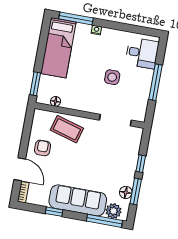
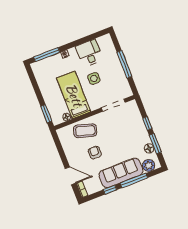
bed: (58, 48) -> (74, 95), moved, turned 180
desk: (142, 53) -> (89, 53), moved, turned -90
armchair: (43, 148) -> (95, 153), moved
window: (104, 221) -> (134, 180), moved

